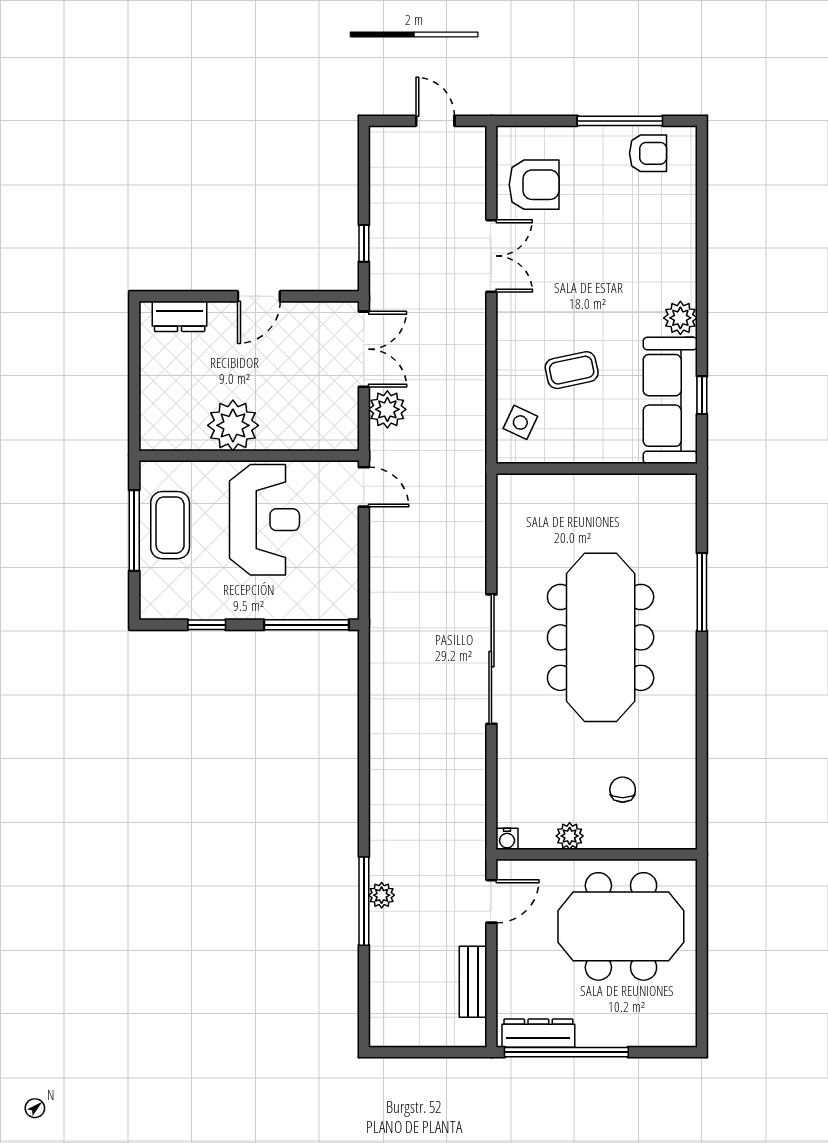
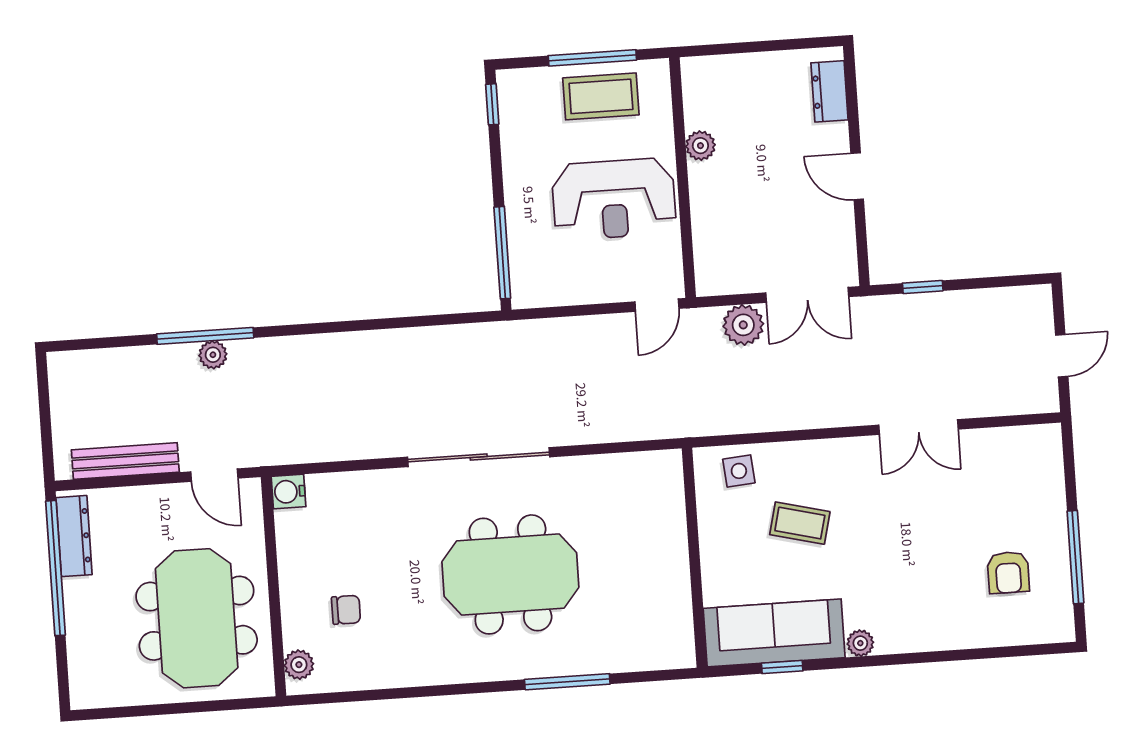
armchair: (648, 153) -> (1008, 572), moved
armchair: (534, 185) -> (999, 468), removed
plant: (680, 318) -> (860, 643), width x0.73, depth x0.73
coffee table: (572, 370) -> (800, 523), turned -64
side table: (520, 422) -> (739, 471), turned -30
plant: (233, 425) -> (700, 146), width x0.53, depth x0.53
window: (207, 625) -> (492, 104), moved
meeting table: (601, 637) -> (510, 574), width x0.73
plant: (570, 836) -> (299, 665), moved
water cooler: (507, 839) -> (289, 492), width x1.38, depth x1.38
bench: (473, 982) -> (125, 461), width x1.36

